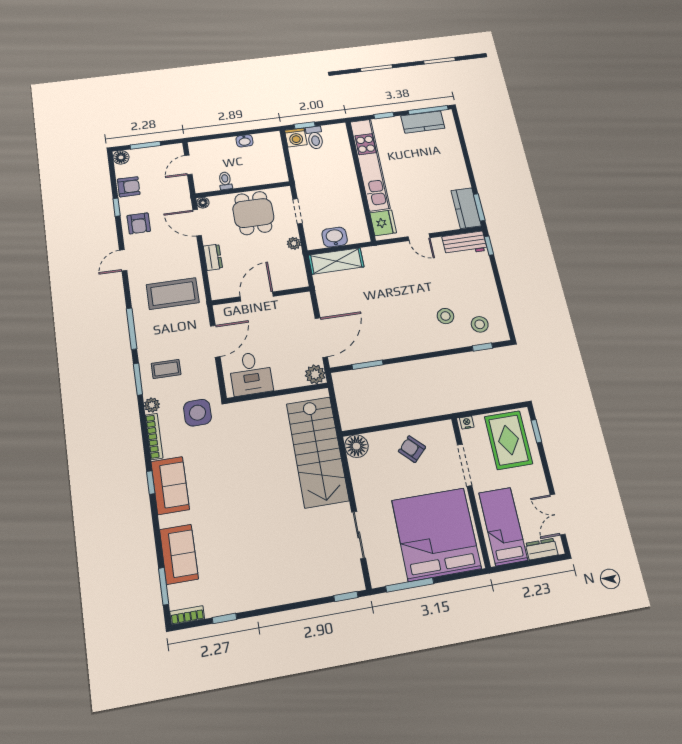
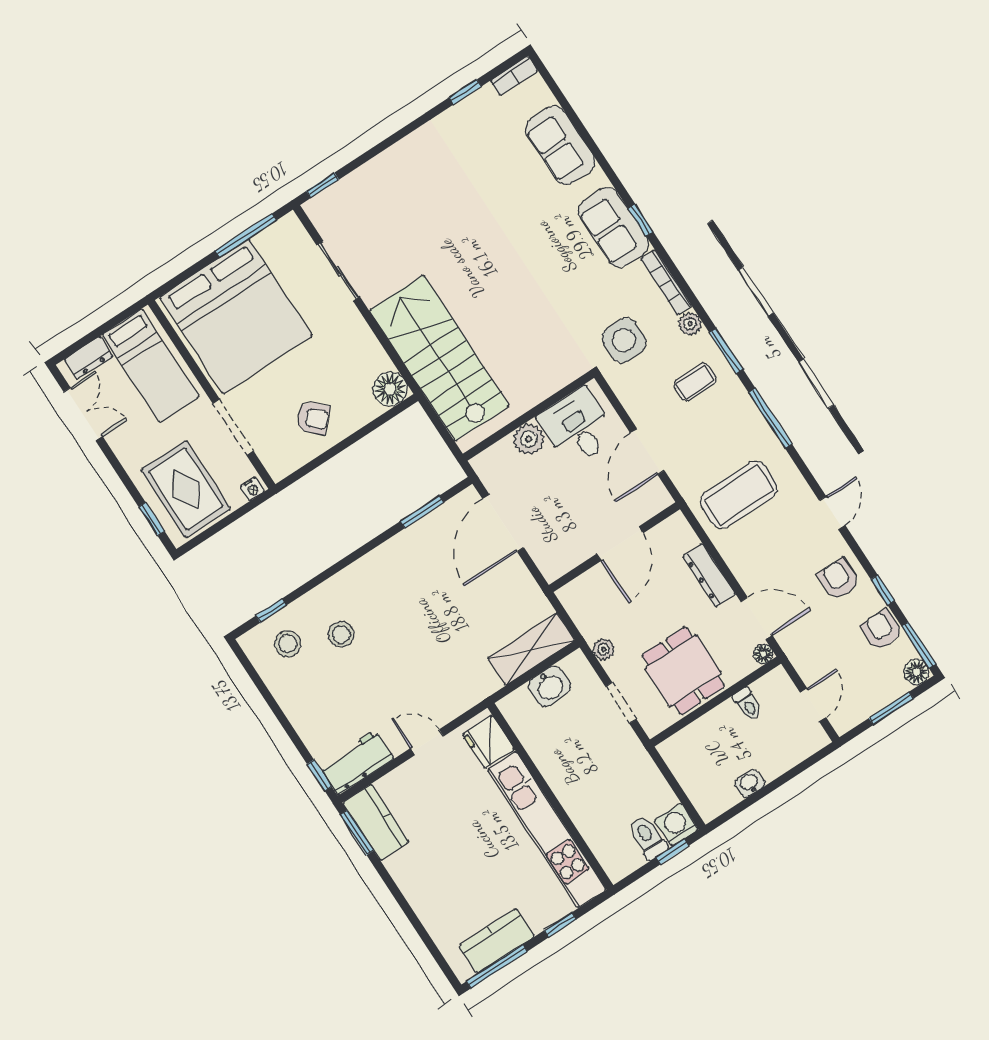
armchair: (129, 187) -> (882, 630), turned 90
dresser: (213, 257) -> (709, 575), width x1.44
plant: (315, 374) -> (529, 439), moved
window: (164, 586) -> (919, 645), moved

